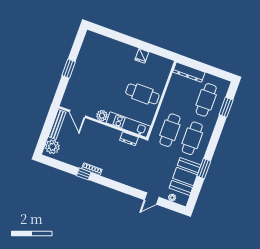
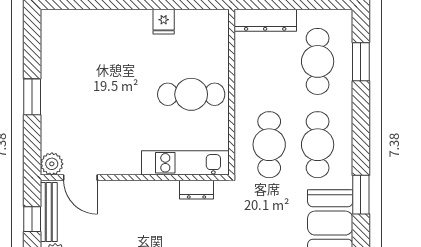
plant: (102, 116) -> (52, 164), moved
window: (48, 125) -> (32, 219), added

